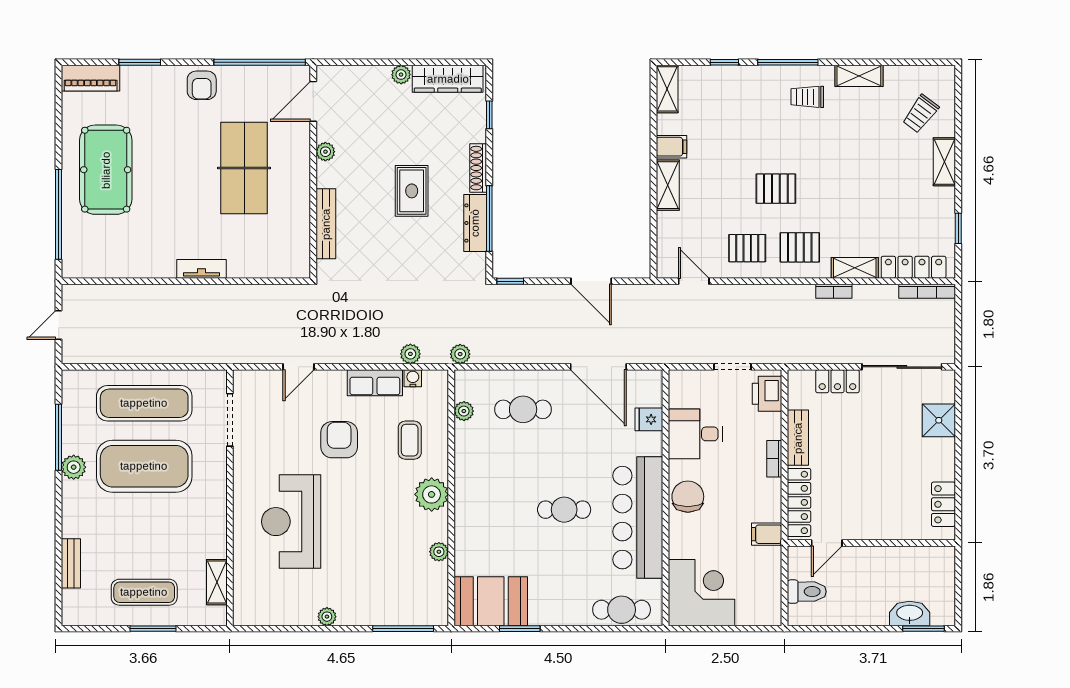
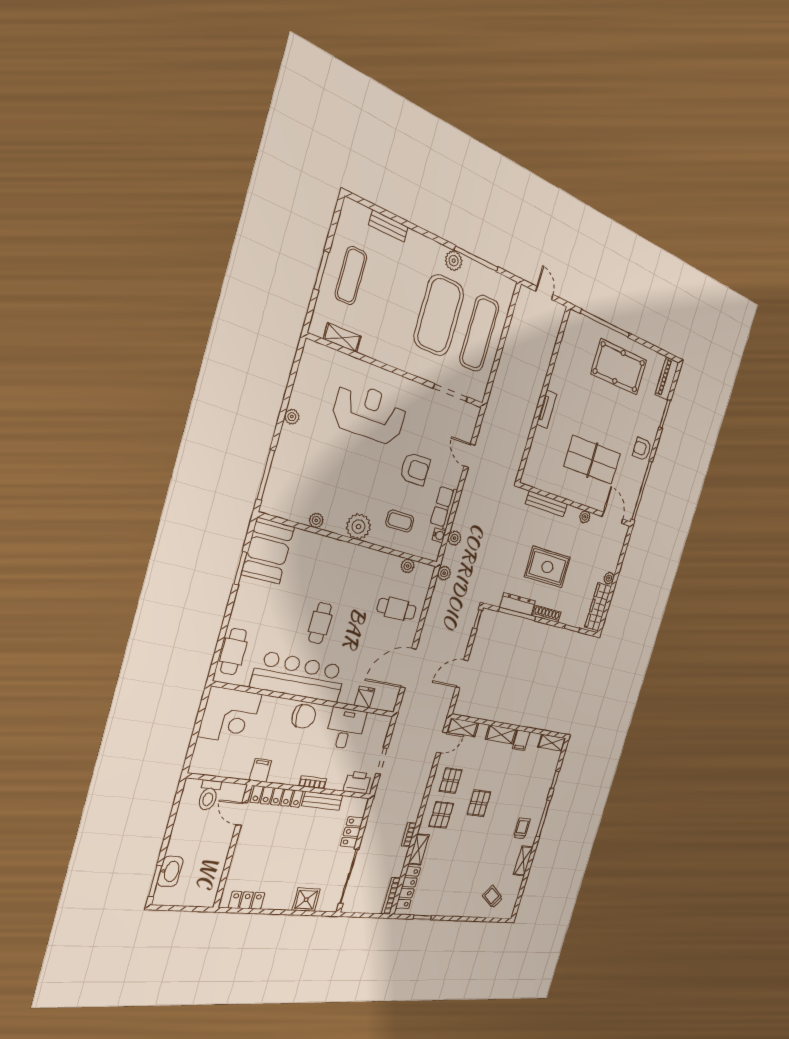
shelving: (944, 162) -> (463, 728), moved
rug: (412, 191) -> (547, 567), width x1.36, depth x1.43
cafe table: (523, 409) -> (397, 609), turned 90

